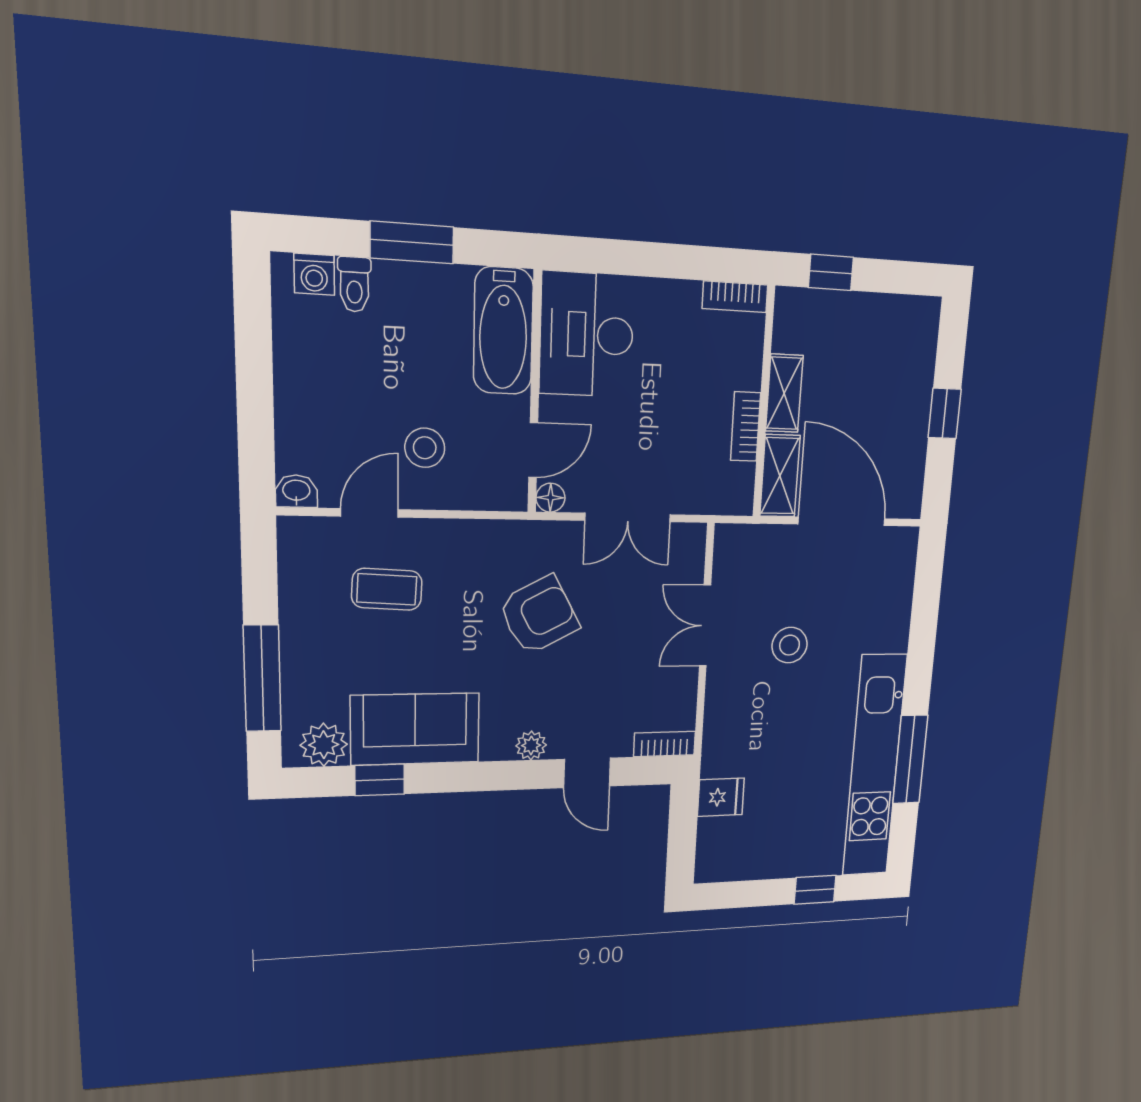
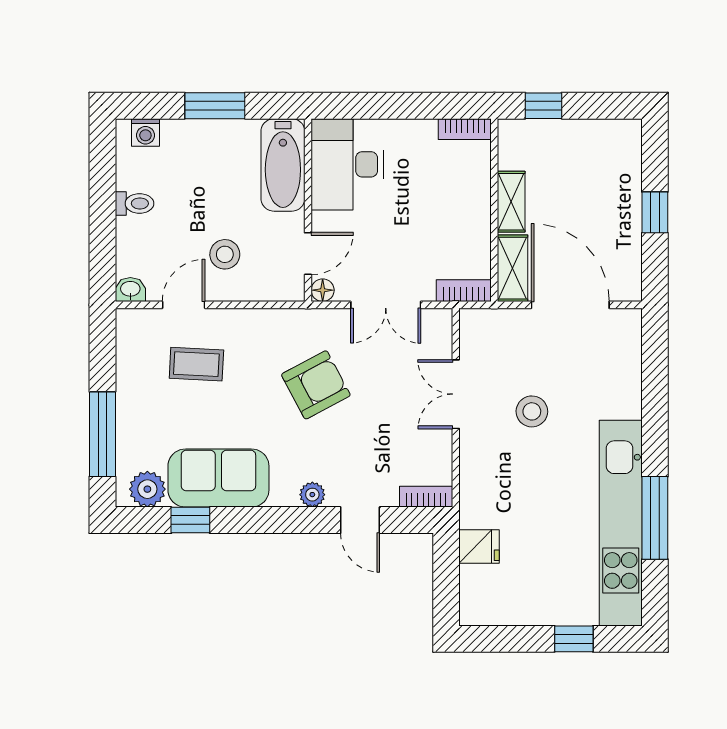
toilet: (354, 284) -> (134, 203), moved, turned -90
bookcase: (746, 427) -> (464, 291), moved, turned 90

